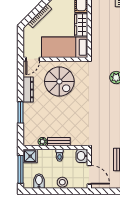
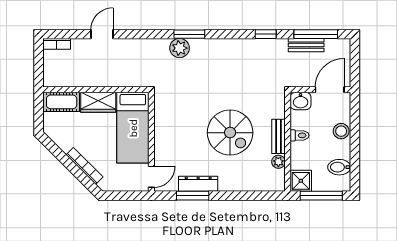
door: (33, 59) -> (151, 177), hinge flipped
spiral stairs: (59, 81) -> (230, 133), moved, turned 90
window: (21, 112) -> (193, 196), moved

